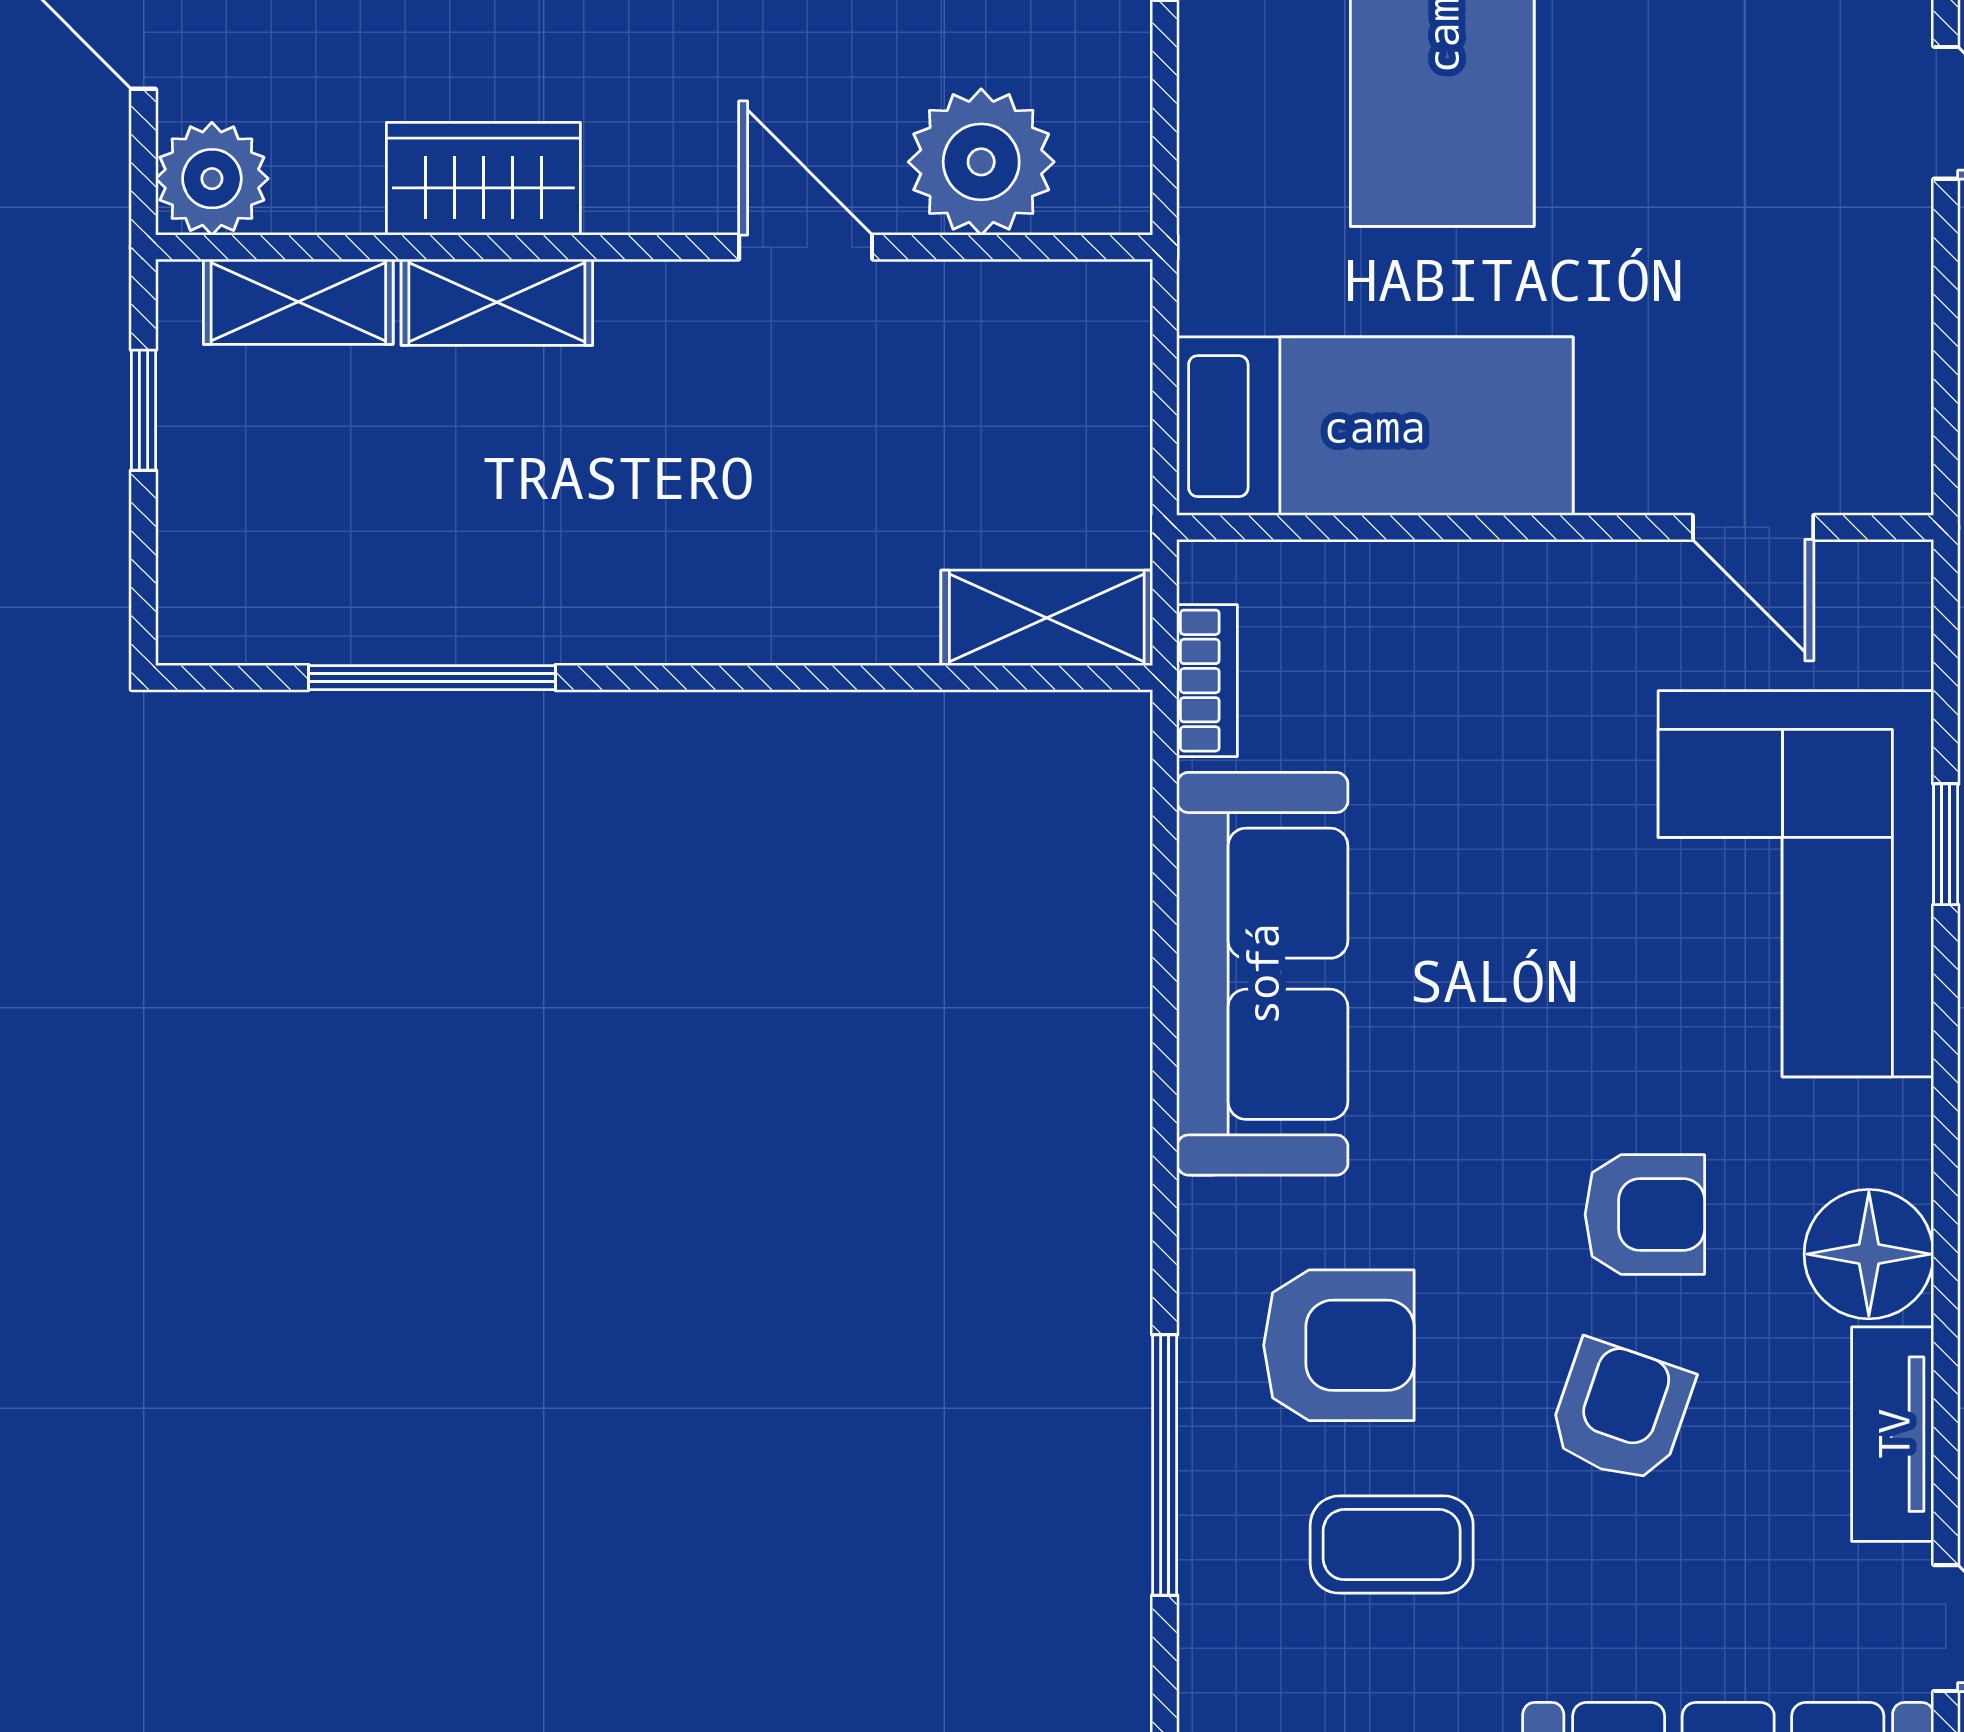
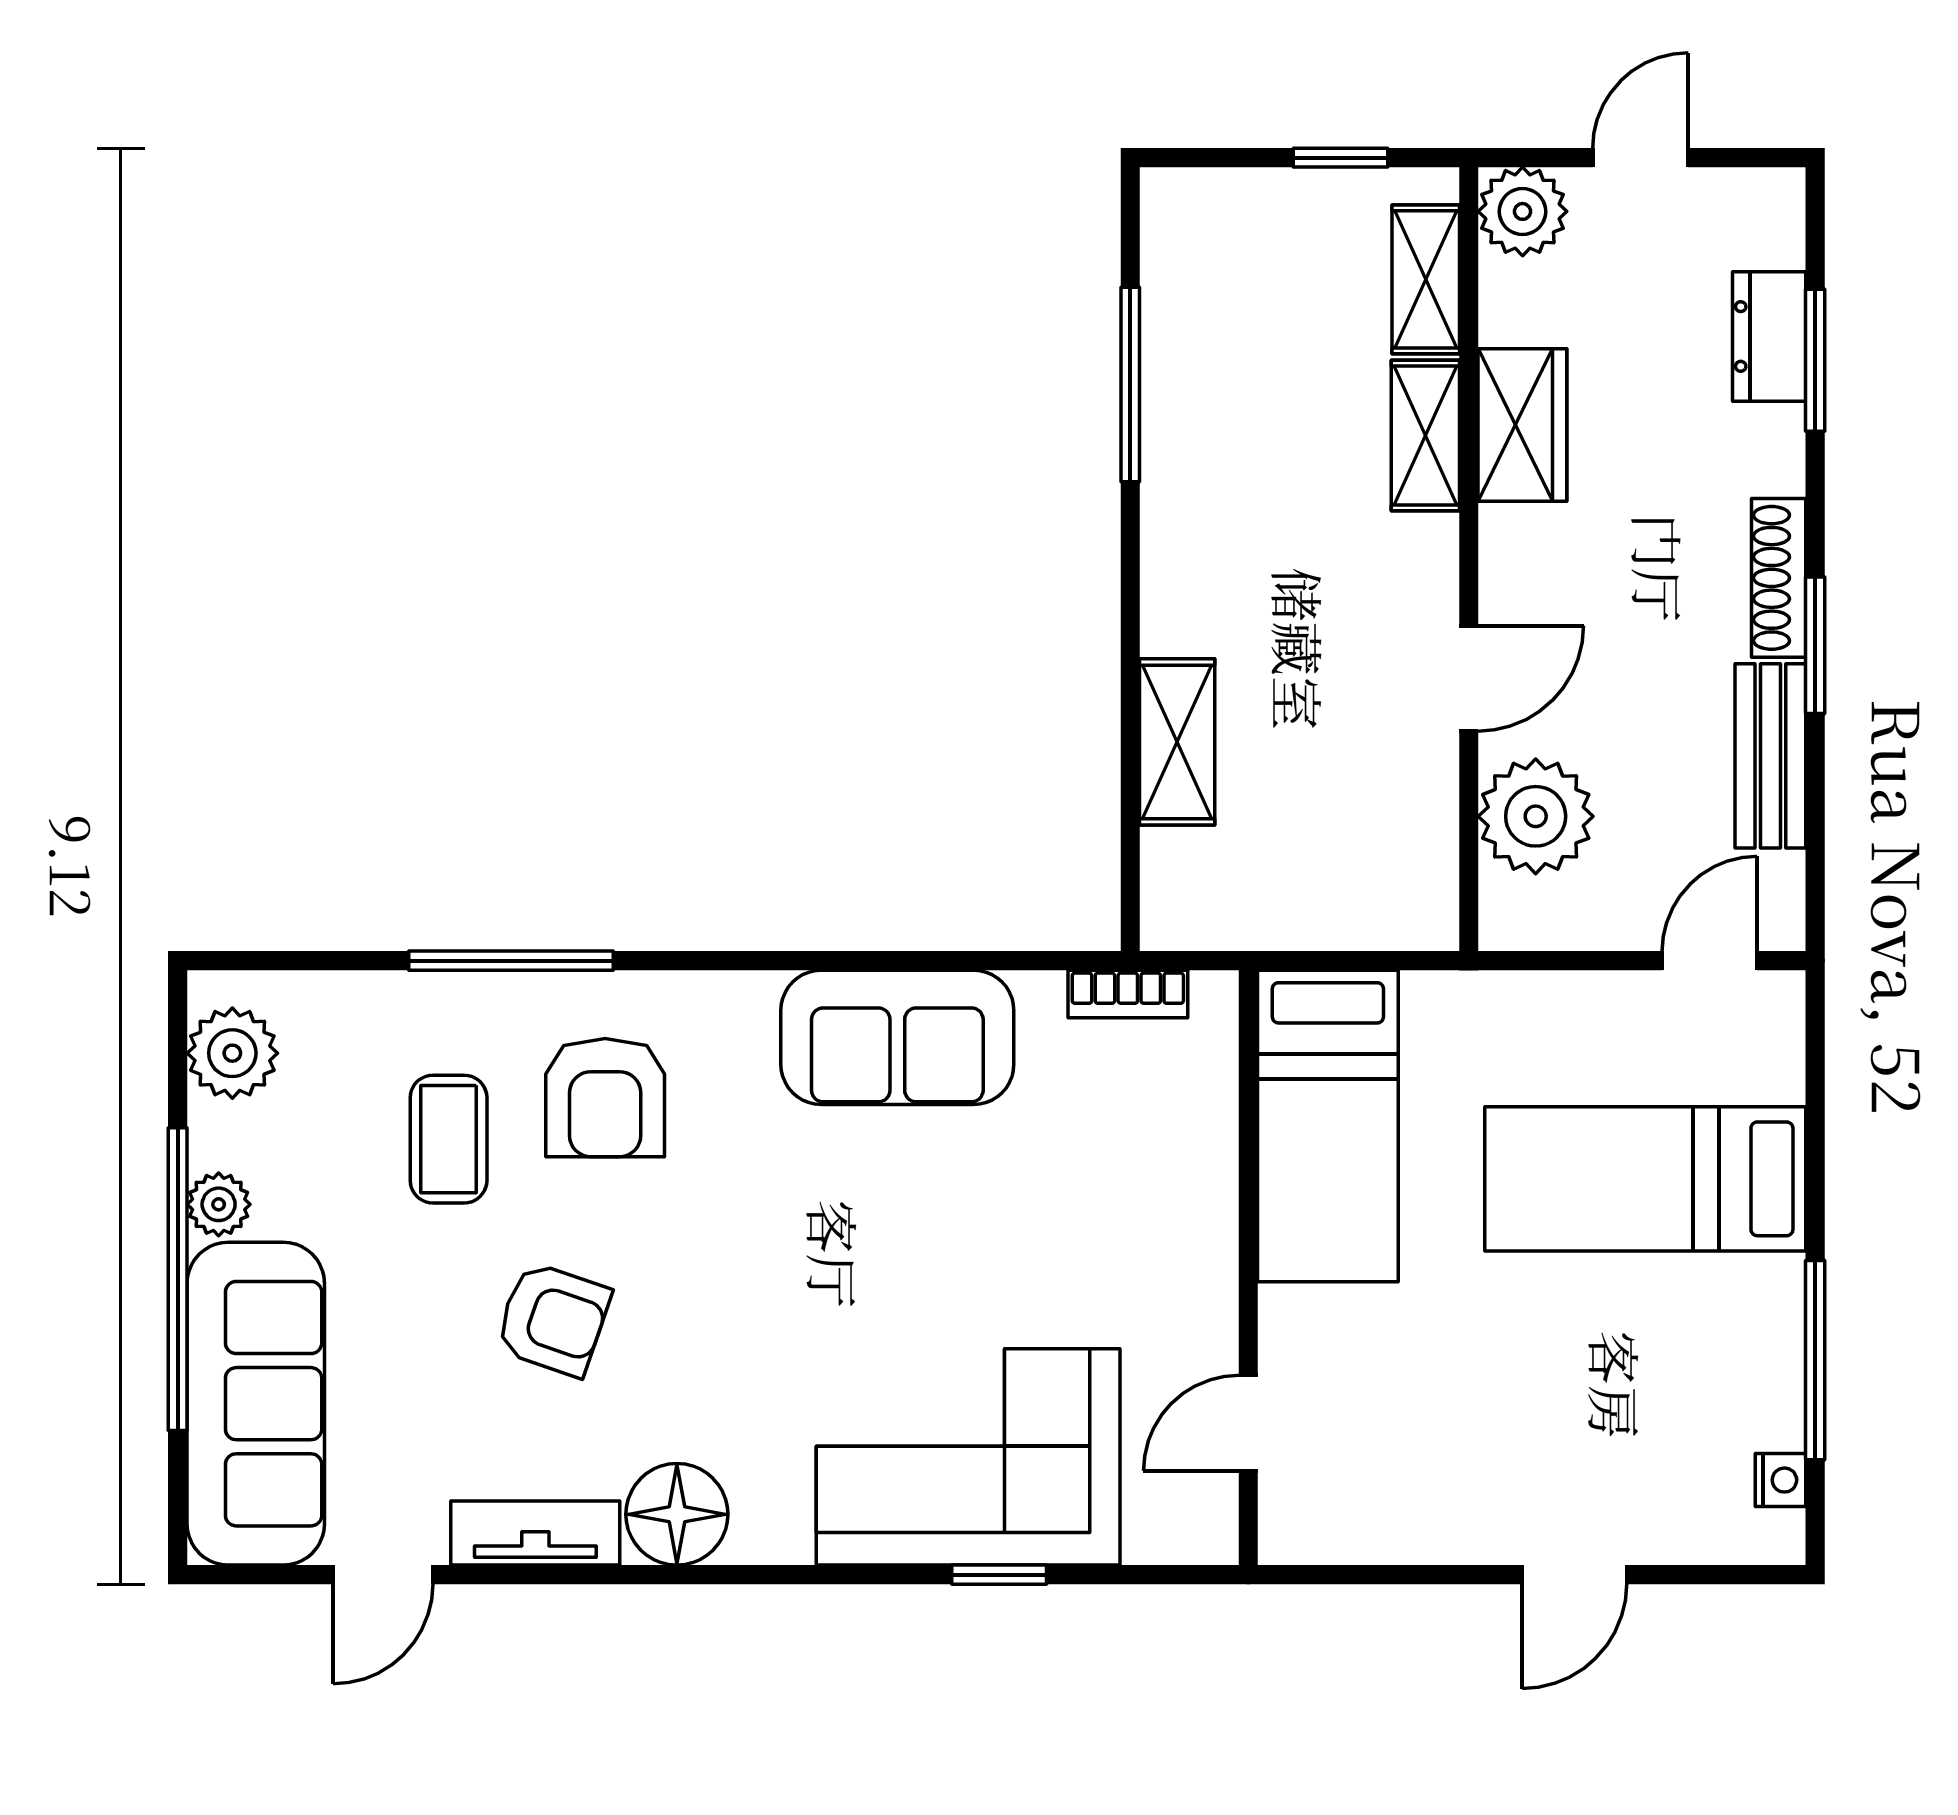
shelving: (1047, 618) -> (1177, 742), moved
sofa: (1262, 974) -> (897, 1037), width x0.73
armchair: (1645, 1215) -> (708, 1338), removed

